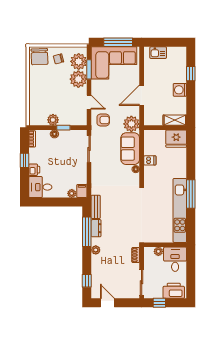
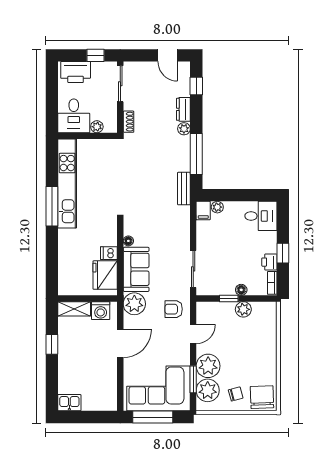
kitchen sink: (158, 53) -> (69, 403), moved
window: (191, 74) -> (52, 344), moved
washing machine: (180, 90) -> (101, 311), moved, turned 90
door: (89, 102) -> (193, 334), swing flipped
fridge: (176, 139) -> (105, 275), moved, turned -90
printer: (34, 170) -> (269, 262), moved
dresser: (96, 228) -> (183, 109), moved

